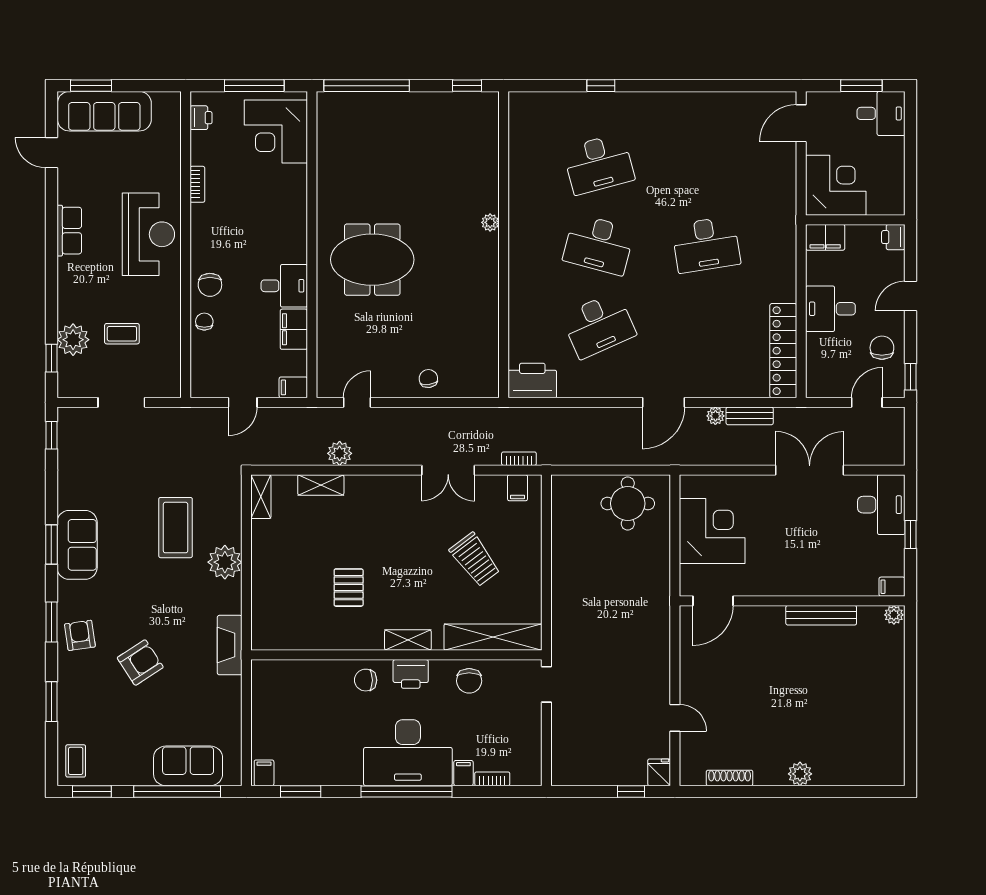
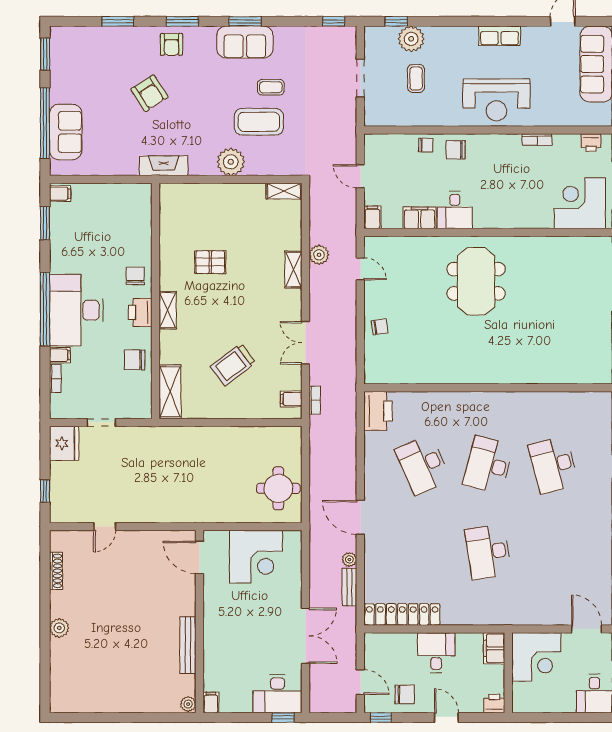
plant: (490, 222) -> (506, 377), removed
shelving: (321, 485) -> (293, 270), moved
window: (911, 535) -> (283, 718), moved
armchair: (80, 635) -> (171, 44), turned 98
shelving: (493, 637) -> (170, 392), width x0.68
doorway: (546, 684) -> (101, 422), moved
coffee table: (76, 761) -> (271, 87), moved
fridge: (659, 772) -> (64, 443), moved, width x1.88, depth x1.34

